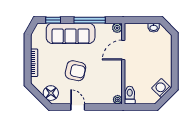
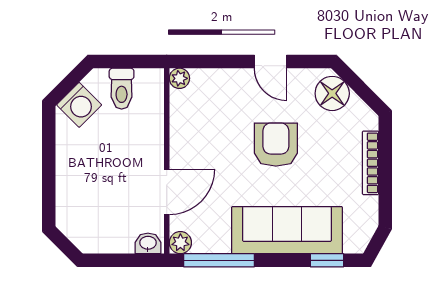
window: (90, 20) -> (219, 260), moved
washbasin: (154, 28) -> (148, 243), moved
armchair: (75, 71) -> (276, 145), turned 78
toilet: (130, 95) -> (122, 89), moved

